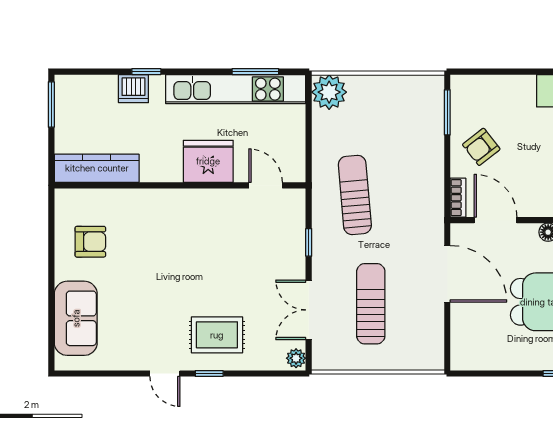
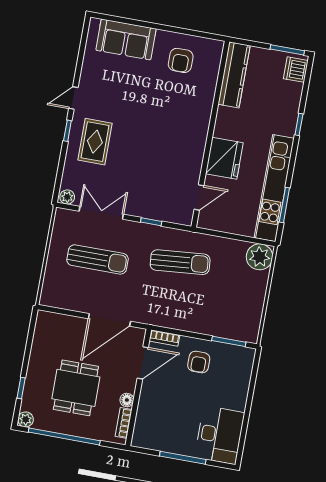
dishwasher: (133, 89) -> (296, 70), moved
armchair: (481, 147) -> (199, 362), turned -142

